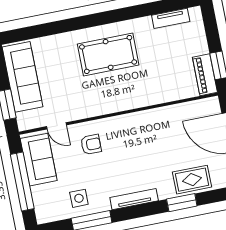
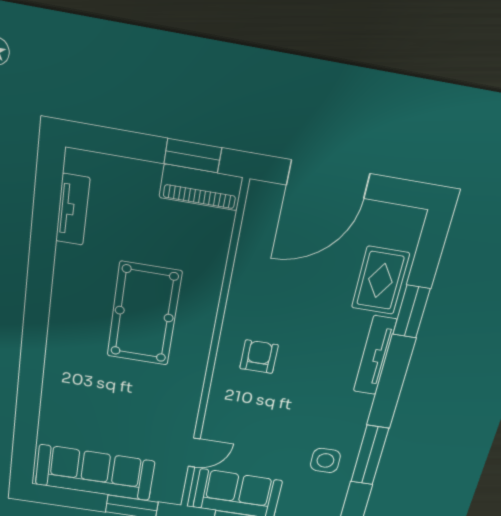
pool table: (108, 54) -> (144, 314), moved
armchair: (91, 144) -> (259, 357), moved
tv unit: (134, 199) -> (375, 355), moved

